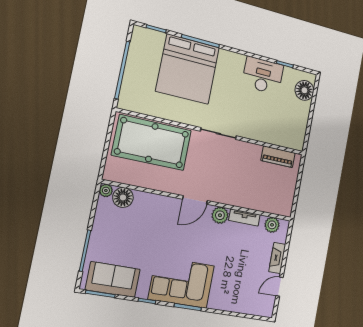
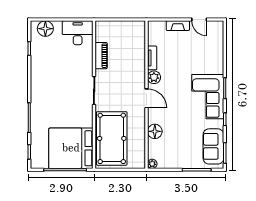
bed: (188, 69) -> (71, 148), moved, turned 180
desk: (263, 76) -> (78, 33), moved, turned 90
piano: (278, 157) -> (101, 56), moved
floor lamp: (123, 197) -> (155, 131), moved
plant: (272, 225) -> (154, 35), removed

